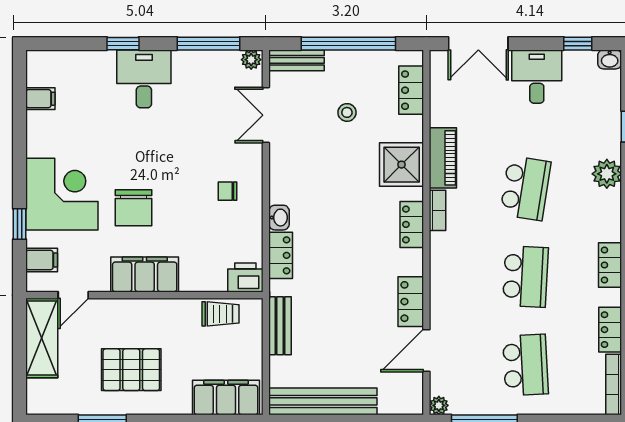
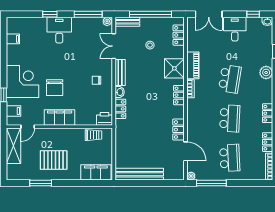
bench: (280, 326) -> (120, 73), moved
door: (426, 351) -> (185, 151), swing flipped

